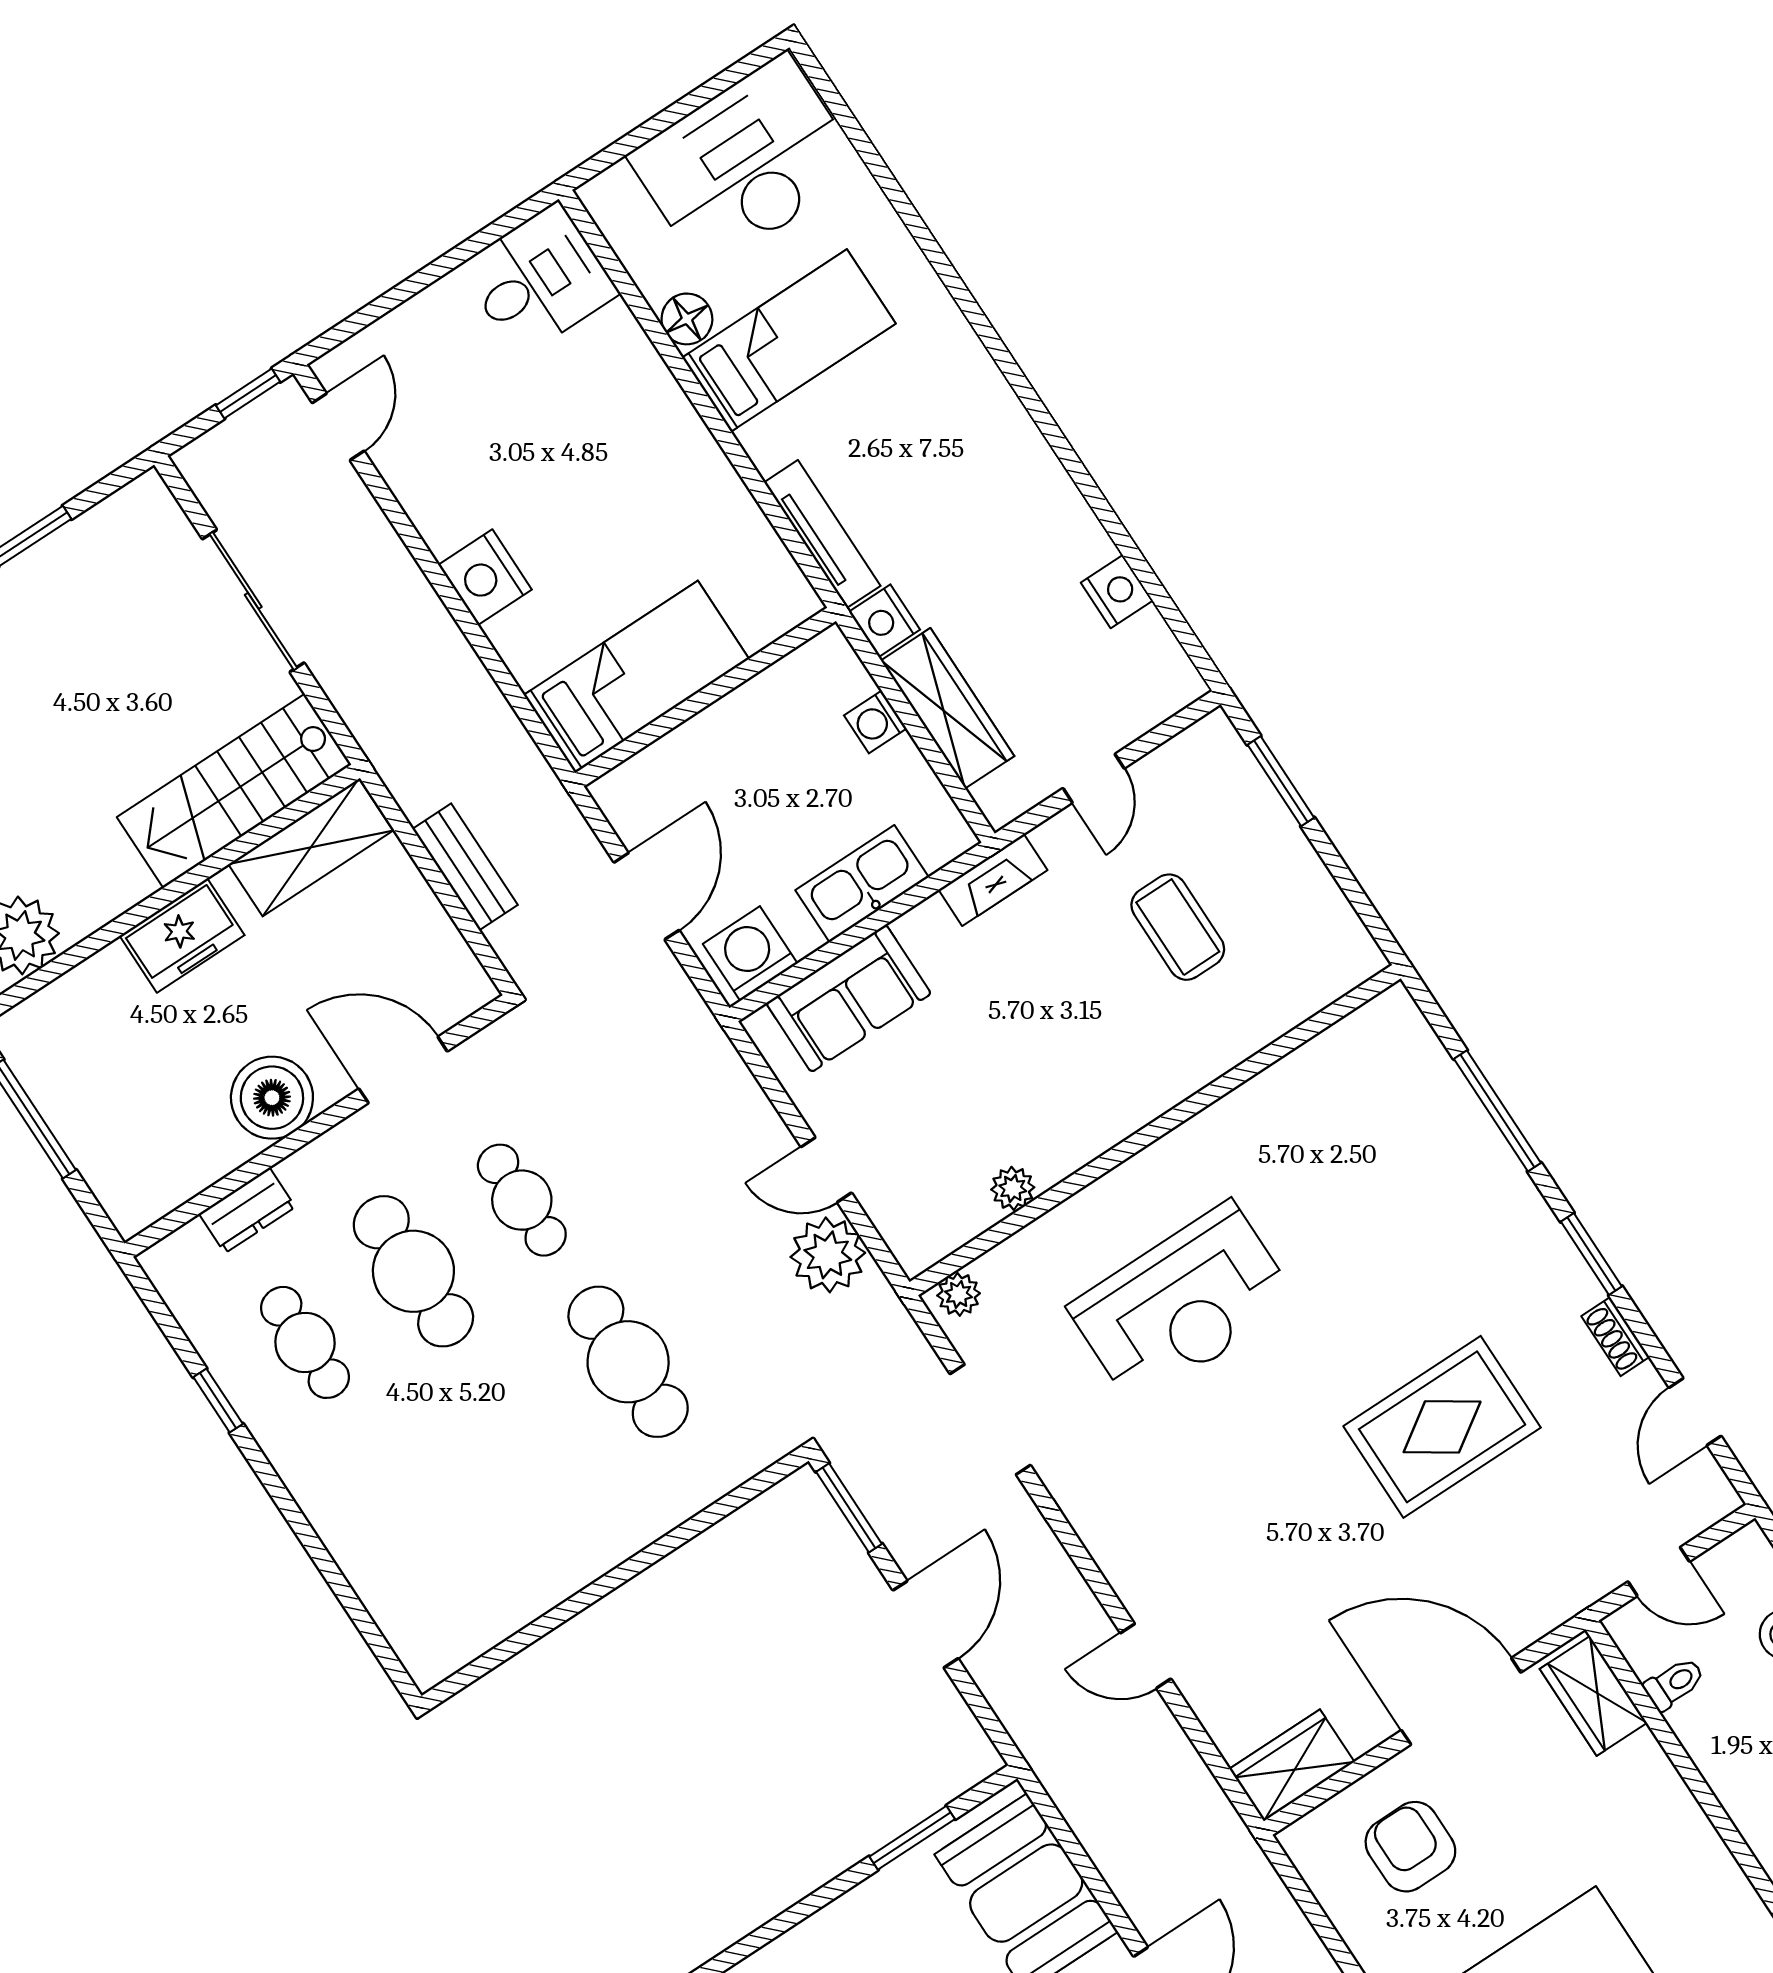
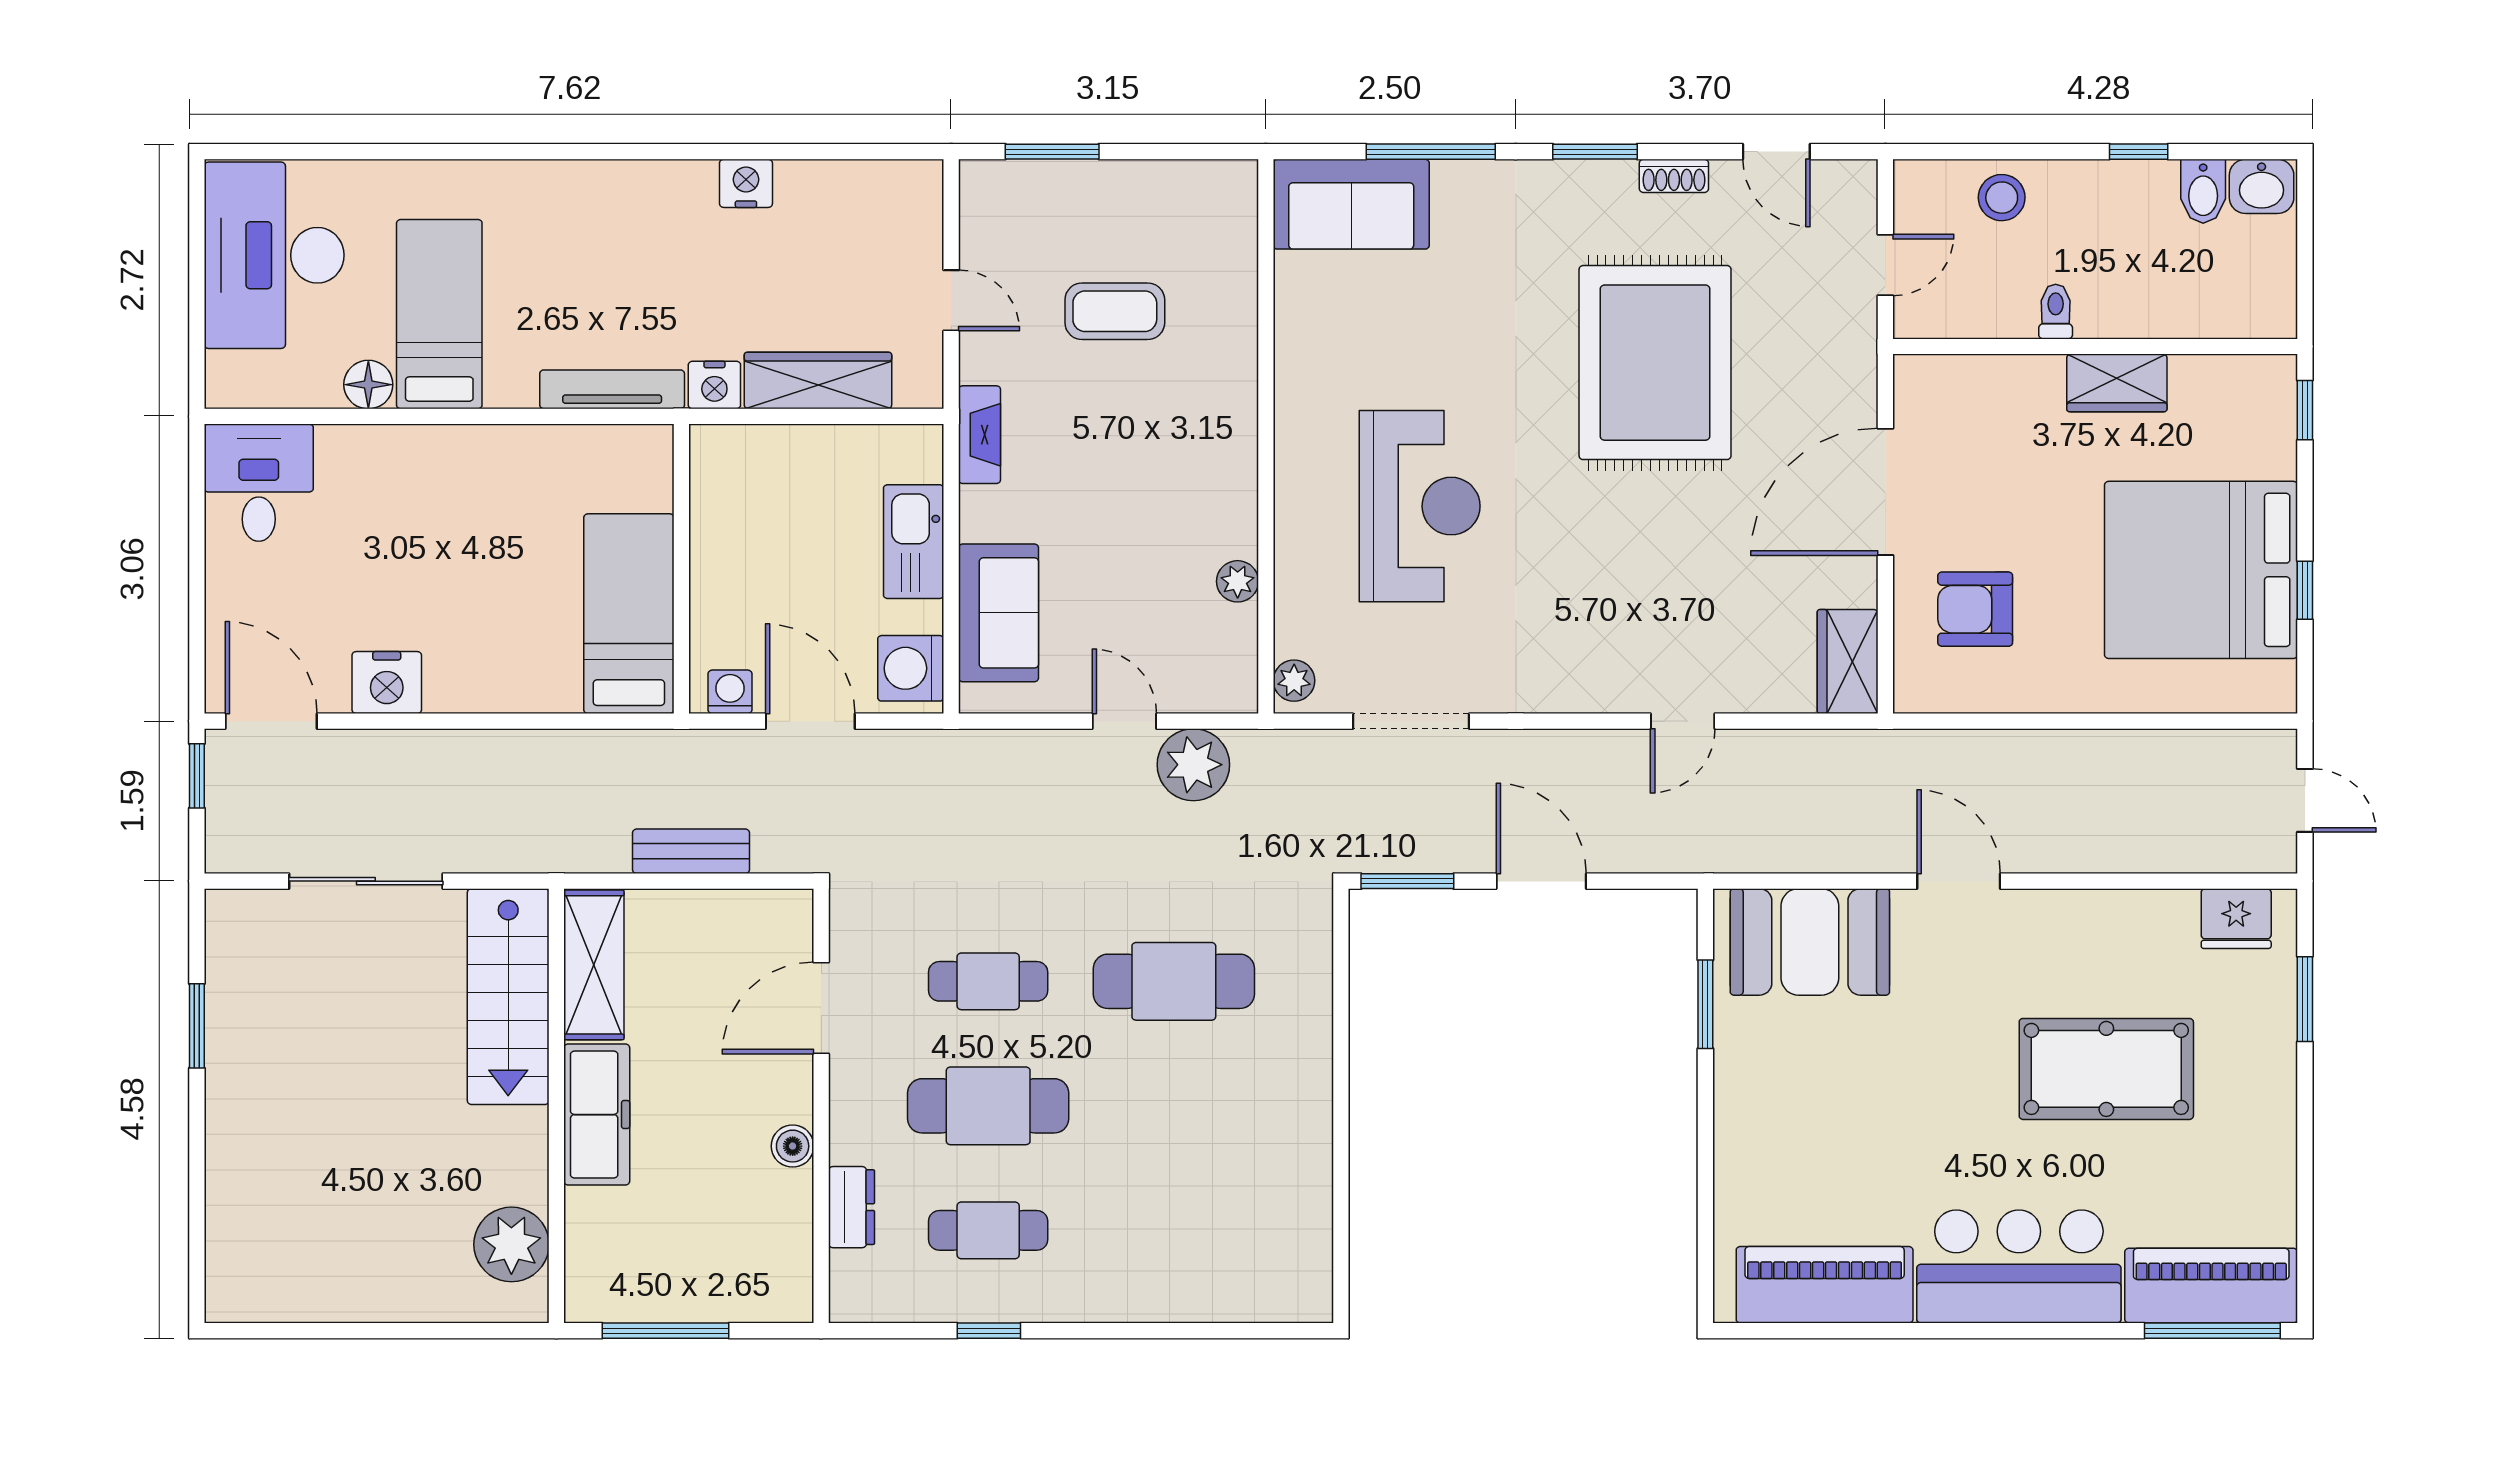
door: (338, 427) -> (271, 721), width x1.38
nightstand: (485, 577) -> (387, 683), moved
nightstand: (1117, 592) -> (746, 183), moved
washing machine: (875, 722) -> (730, 692), moved, turned 180
freezer: (182, 935) -> (597, 1115), width x1.40
sofa: (1406, 1072) -> (1351, 204), added
boiler: (272, 1098) -> (793, 1146), width x0.54, depth x0.54
door: (826, 1170) -> (1124, 721), swing flipped
rug: (1442, 1427) -> (1655, 363), width x1.37, depth x1.44
toilet: (1674, 1684) -> (2056, 312), moved
wardrobe: (1593, 1696) -> (2117, 383), moved

